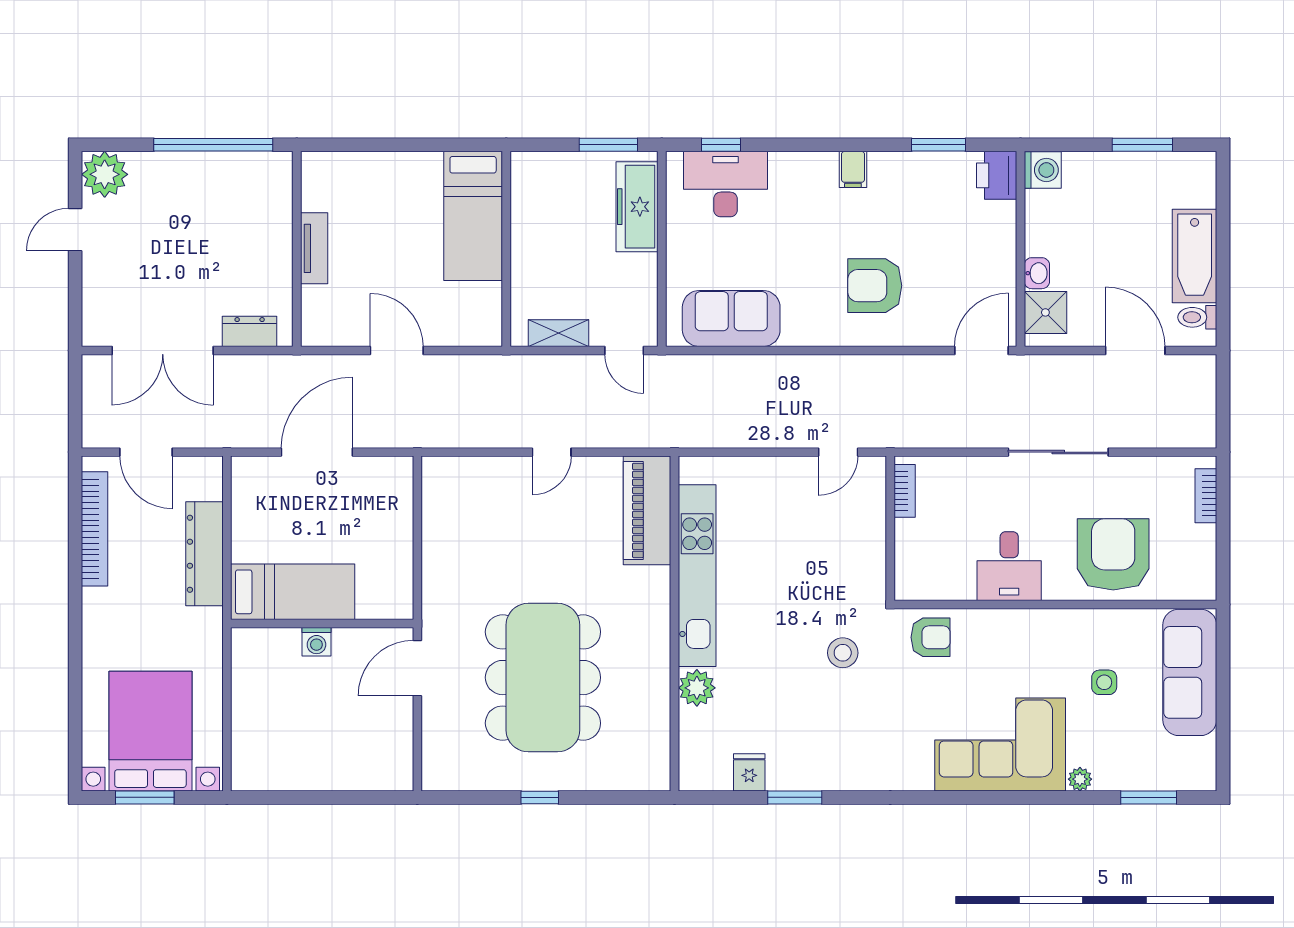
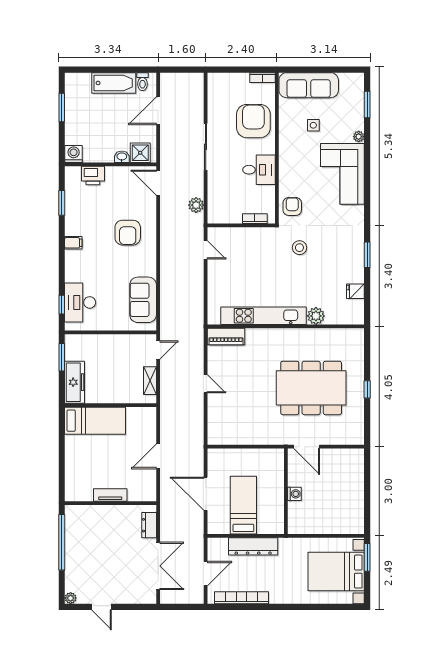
plant: (105, 174) -> (71, 598), width x0.53, depth x0.53
printer: (997, 175) -> (93, 176), moved
freezer: (637, 207) -> (75, 382), moved, turned -90
plant: (934, 432) -> (196, 205), added
bookcase: (905, 491) -> (255, 219), moved
bookcase: (1206, 496) -> (262, 78), moved
piano: (647, 510) -> (226, 337), width x0.73, depth x0.75
armchair: (1113, 554) -> (253, 121), turned 90
bed: (293, 592) -> (243, 505), moved
window: (145, 797) -> (367, 557), moved
window: (795, 797) -> (367, 255), moved

